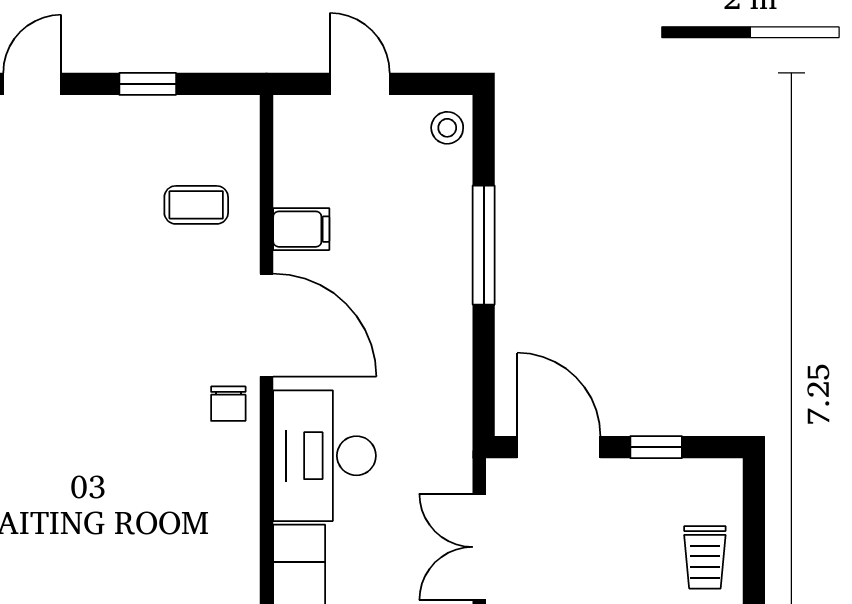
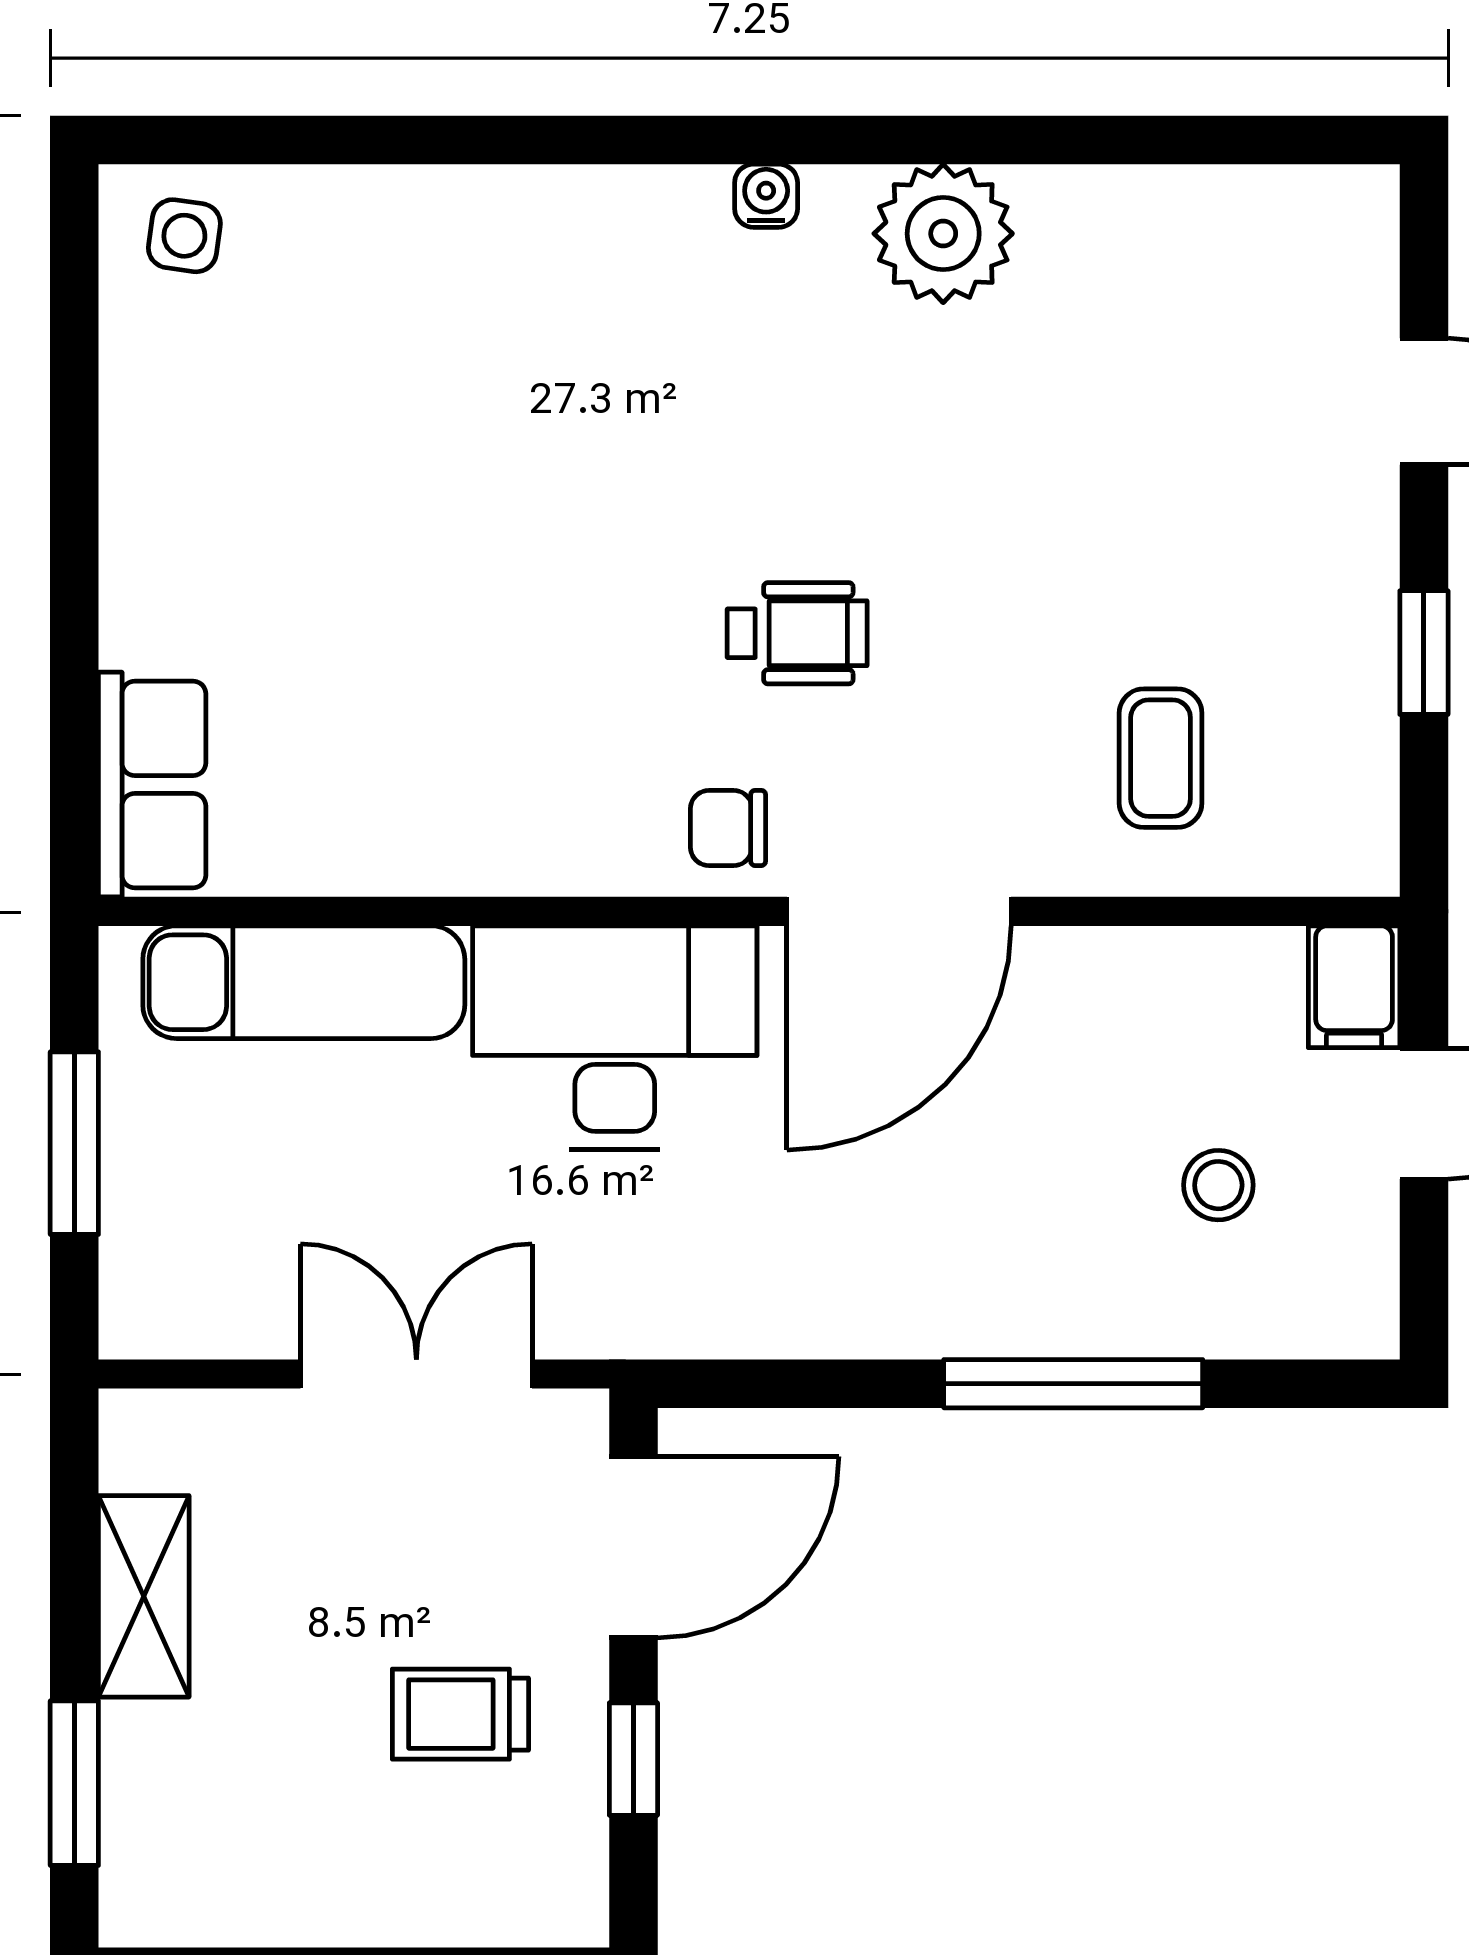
stool: (447, 128) -> (1218, 1185), moved
filing cabinet: (301, 229) -> (1354, 987), moved
wheelchair: (139, 372) -> (797, 633), added
trolley: (705, 557) -> (460, 1714), moved

